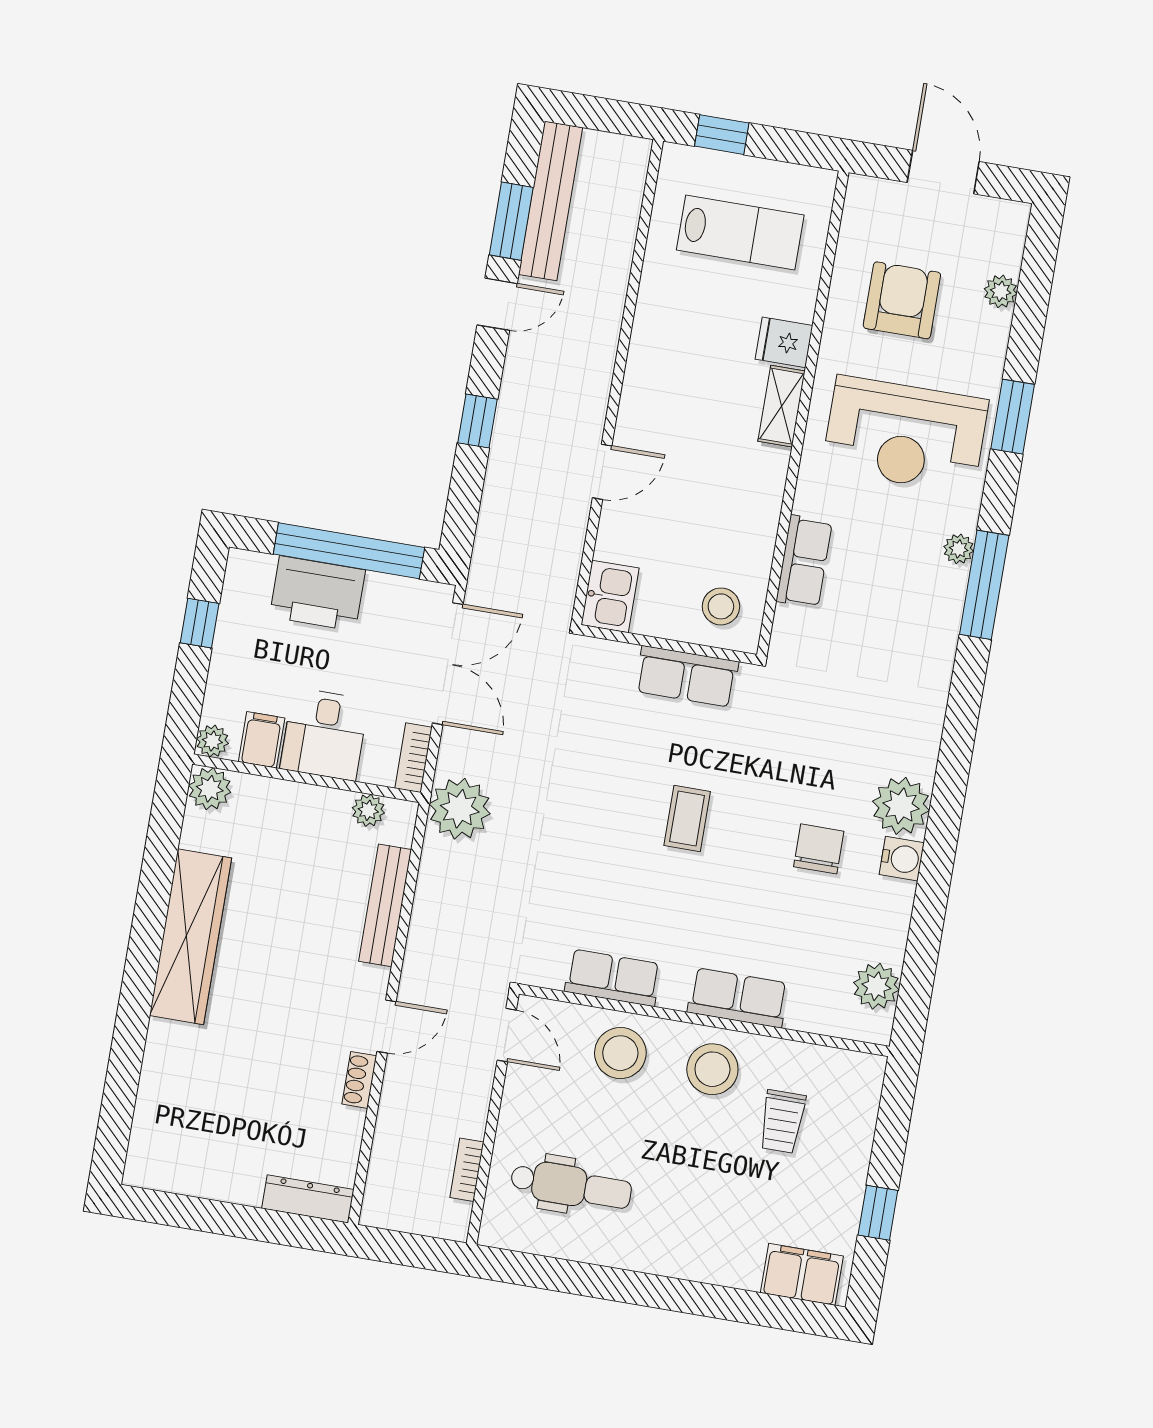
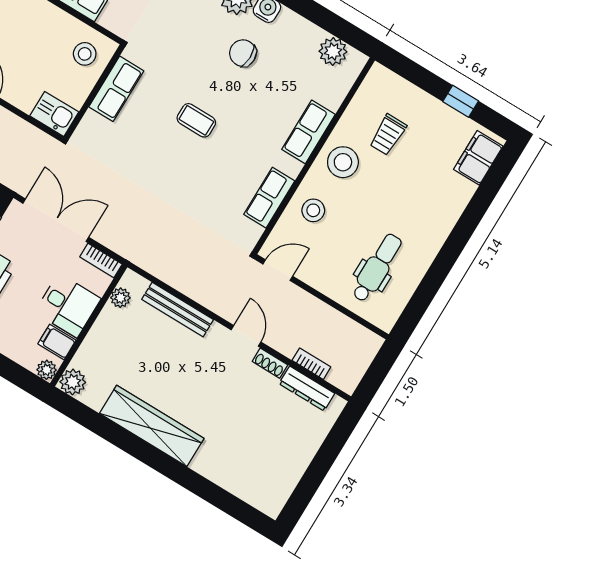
plant: (460, 809) -> (140, 246), removed
stool: (620, 1053) -> (313, 210), width x0.73, depth x0.73
trolley: (782, 1122) -> (388, 135), turned 90
bookcase: (467, 1170) -> (311, 364), moved, turned 180
dresser: (308, 1199) -> (307, 389), moved, turned -90

